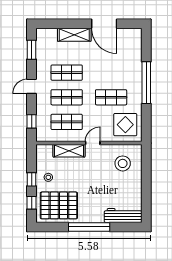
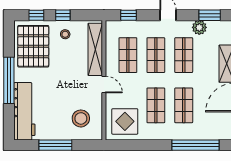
plant: (42, 59) -> (199, 27), added
shop shelf: (111, 73) -> (184, 105), added
window: (146, 83) -> (195, 145), moved
shelving: (69, 151) -> (95, 49), width x1.47
window: (146, 186) -> (55, 145), added
workbench: (123, 216) -> (24, 111), width x1.36, depth x1.32

